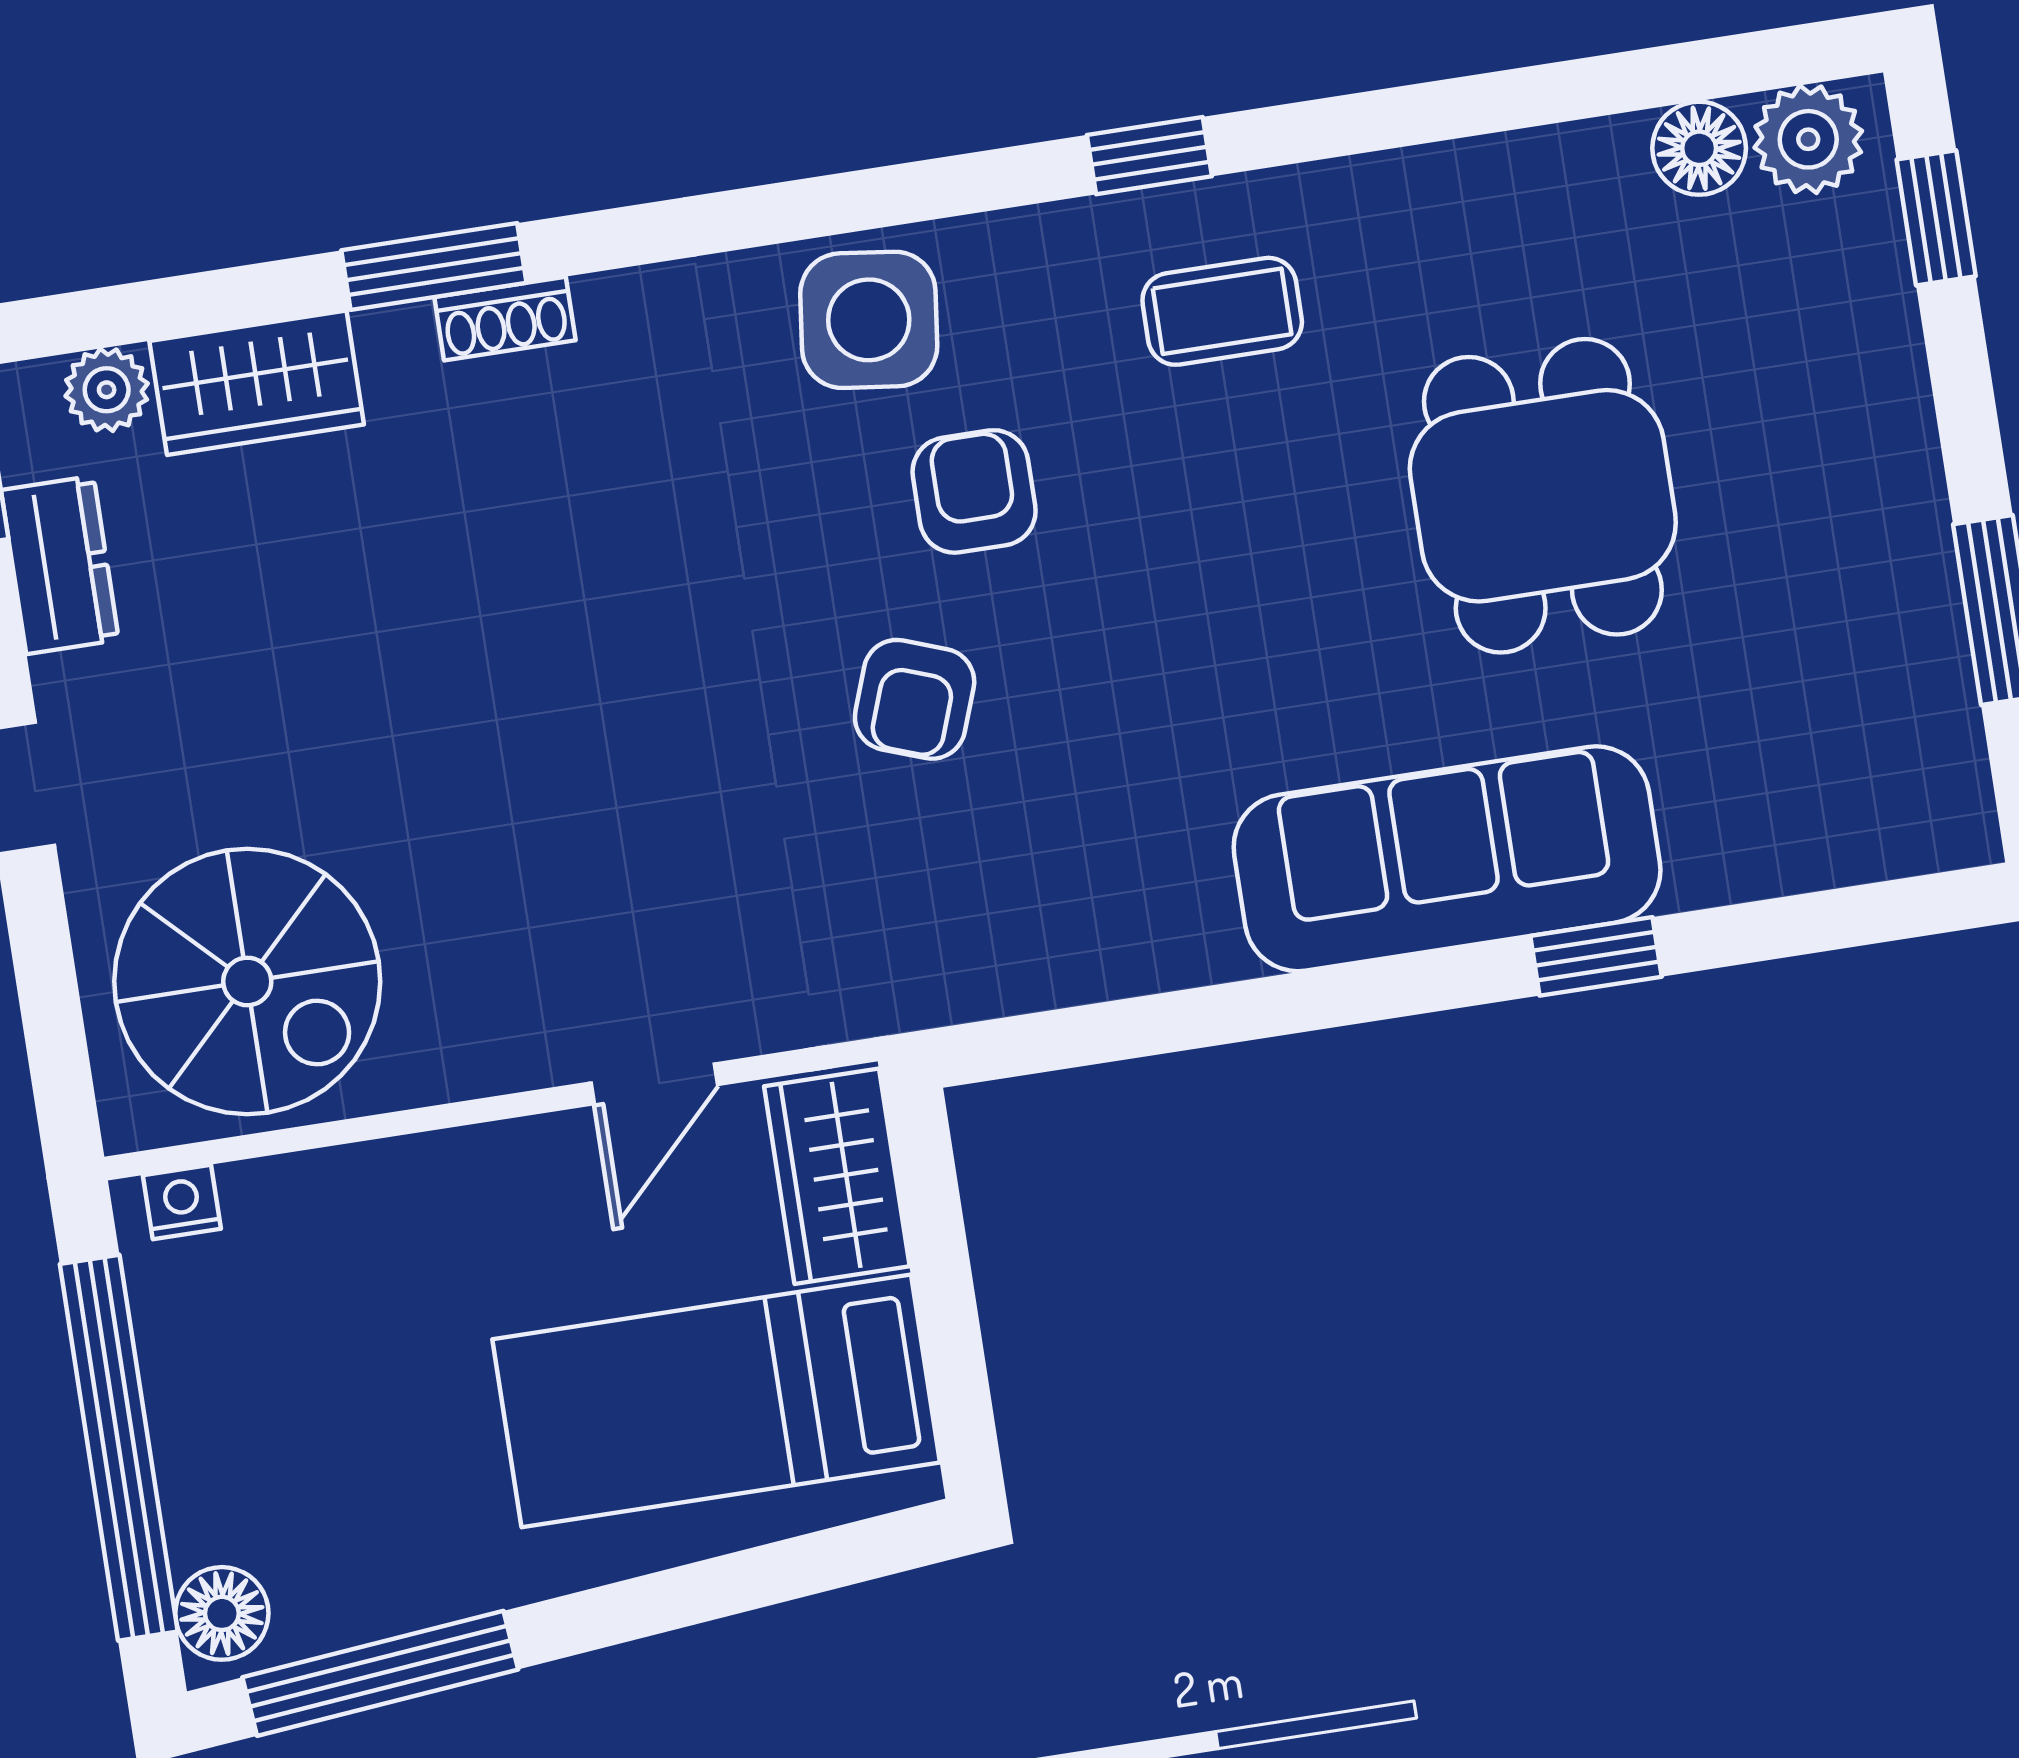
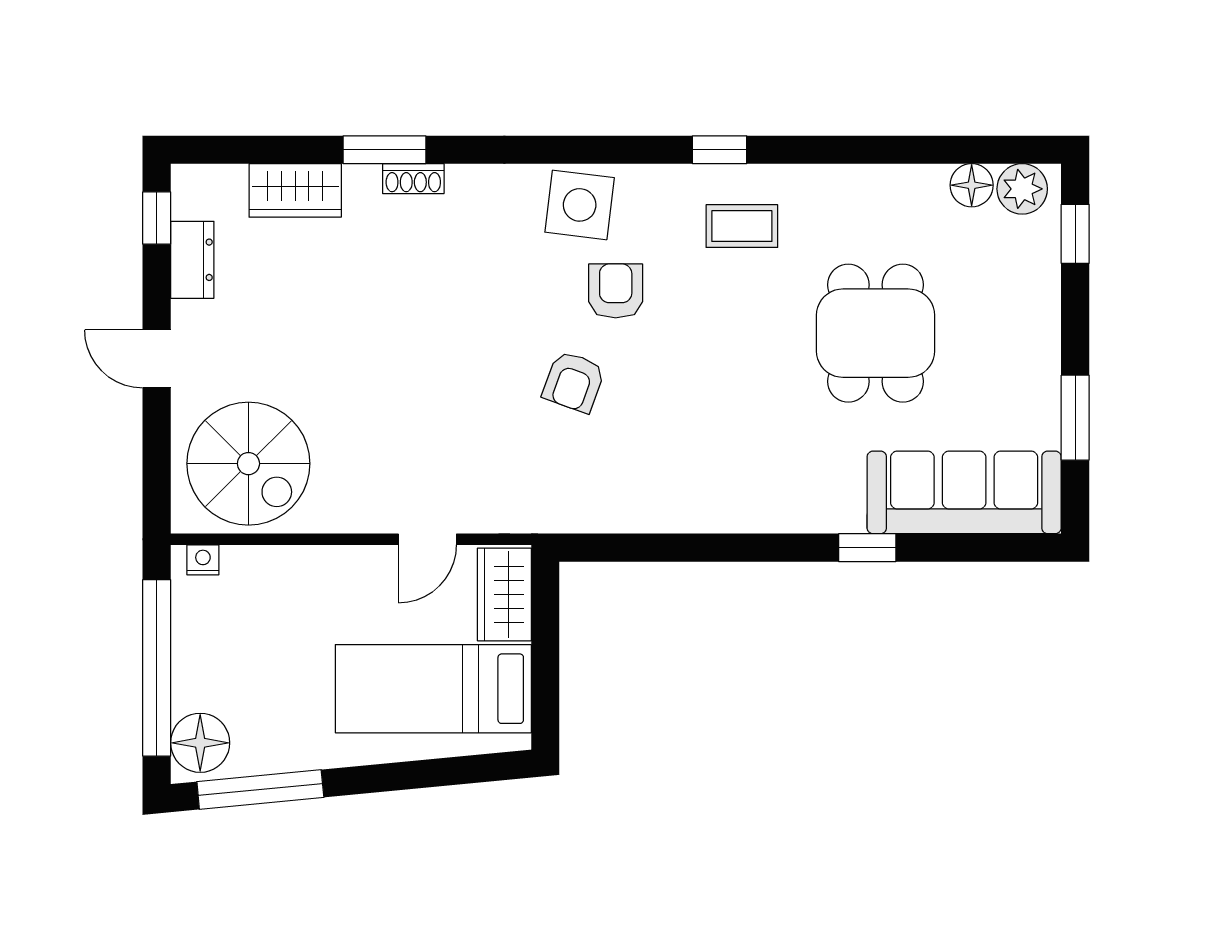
plant: (107, 390) -> (226, 183), removed
sofa: (1447, 859) -> (964, 492), moved
floor lamp: (222, 1613) -> (200, 743), width x1.38, depth x1.38

